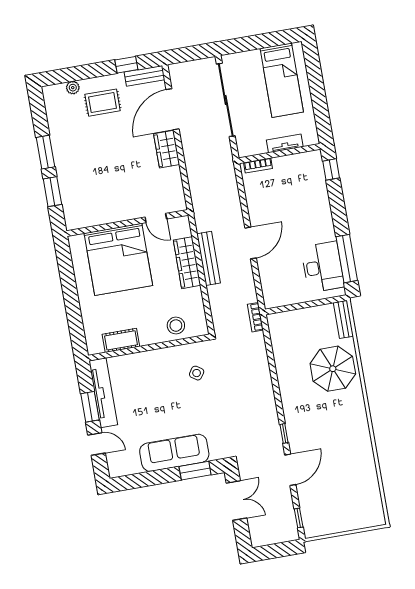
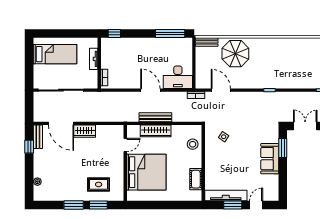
rug: (103, 103) -> (99, 184), moved, turned 90
desk: (323, 267) -> (178, 77), moved, turned 180
sofa: (174, 453) -> (270, 159), width x0.73
door: (290, 470) -> (221, 90), moved

